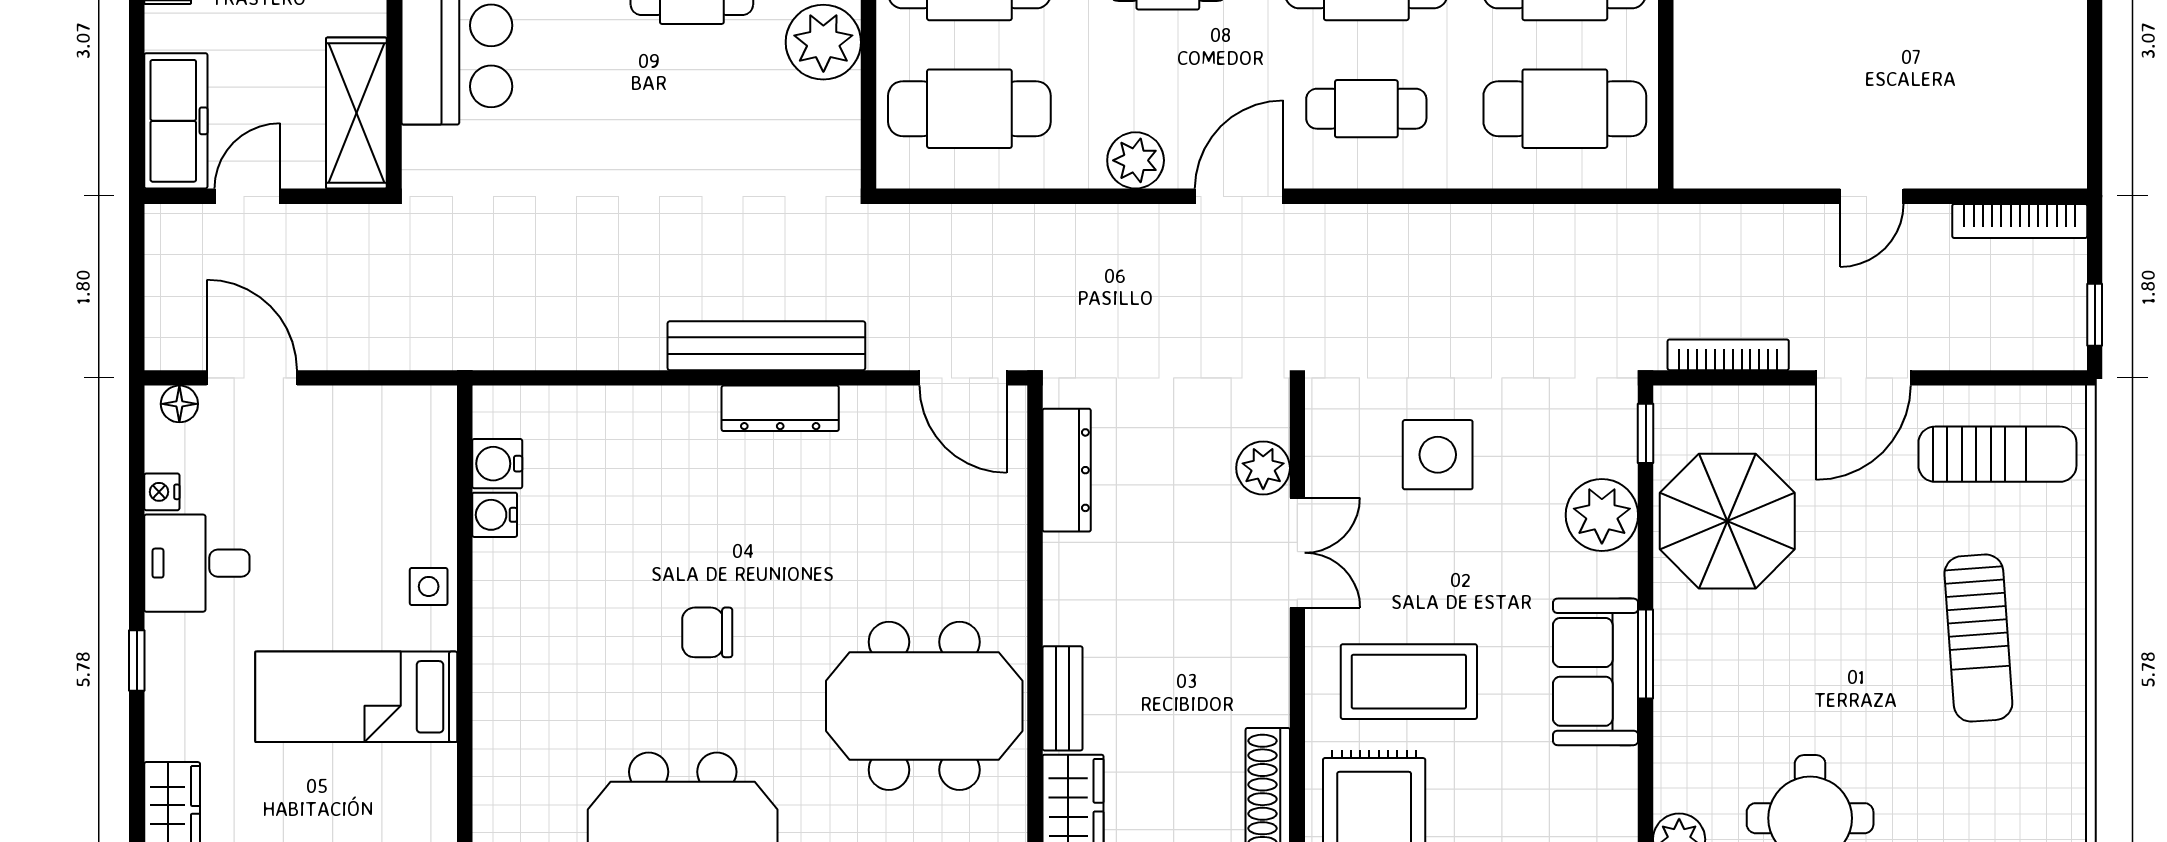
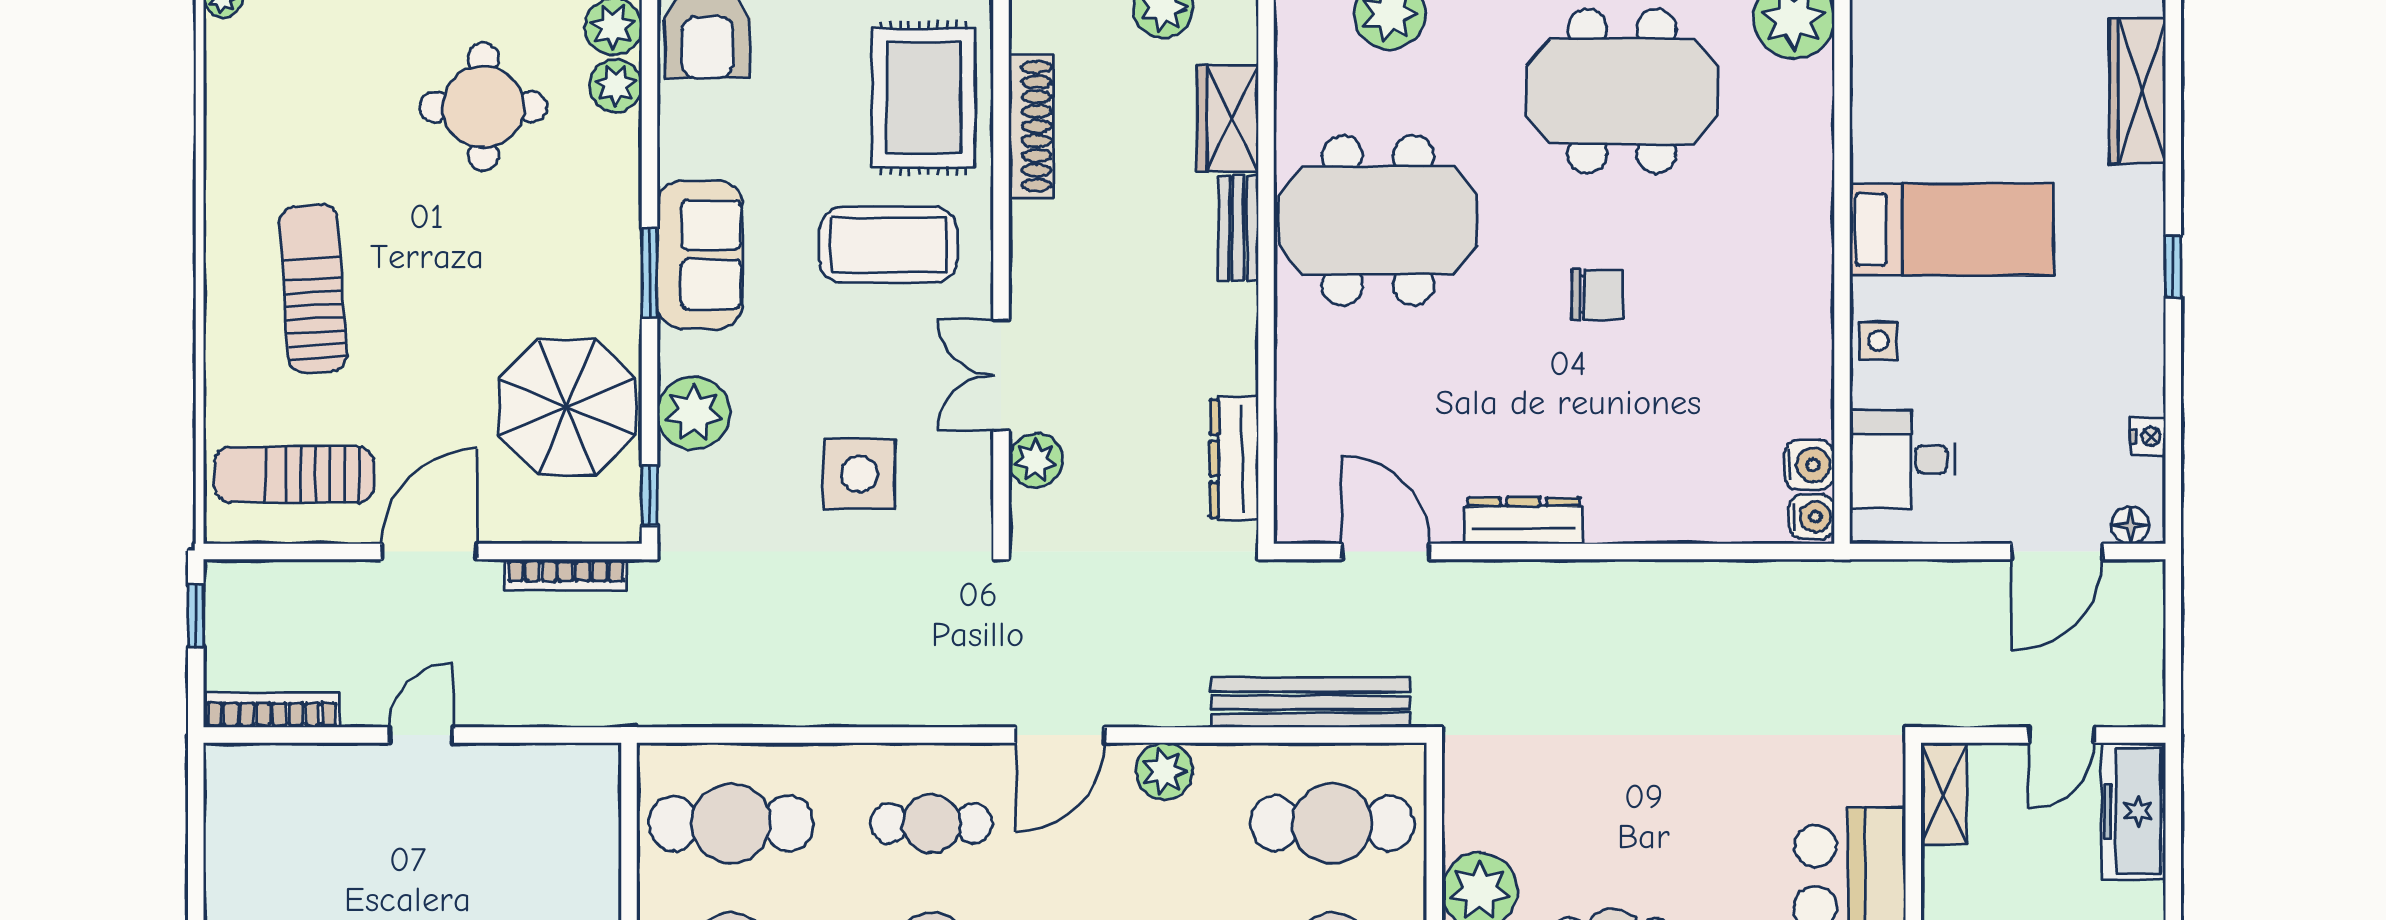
shelving: (356, 113) -> (1944, 794), width x0.67, depth x0.75
bench: (766, 346) -> (1310, 703), moved
door: (252, 378) -> (2057, 552), hinge flipped
door: (963, 378) -> (1385, 552), moved
water cooler: (495, 515) -> (1812, 517), moved
desk: (197, 563) -> (1903, 459), moved, turned 180

